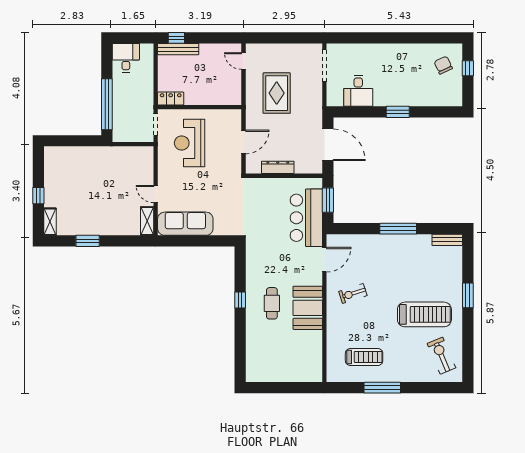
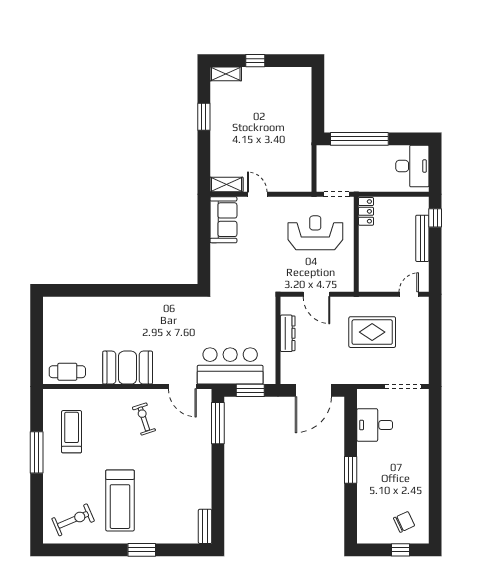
bench: (178, 49) -> (422, 238), moved
desk: (126, 58) -> (412, 166), width x1.37
door: (156, 194) -> (257, 194), hinge flipped
sofa: (185, 224) -> (223, 220), width x0.73
window: (398, 229) -> (218, 423), moved
window: (240, 300) -> (136, 290), removed
cafe table: (272, 303) -> (67, 372), moved
treadmill: (364, 357) -> (72, 432), turned 180

